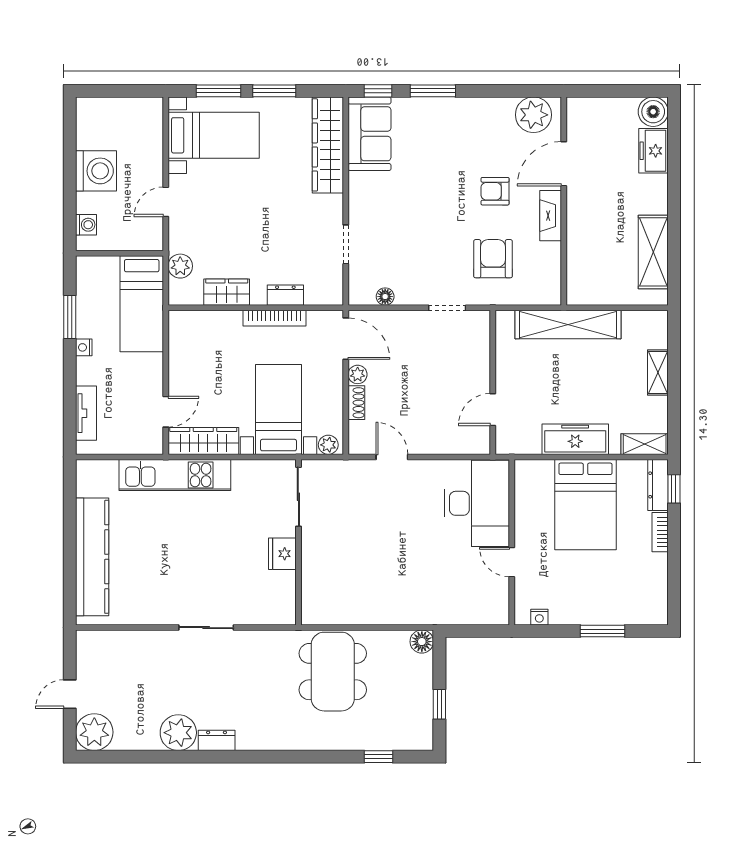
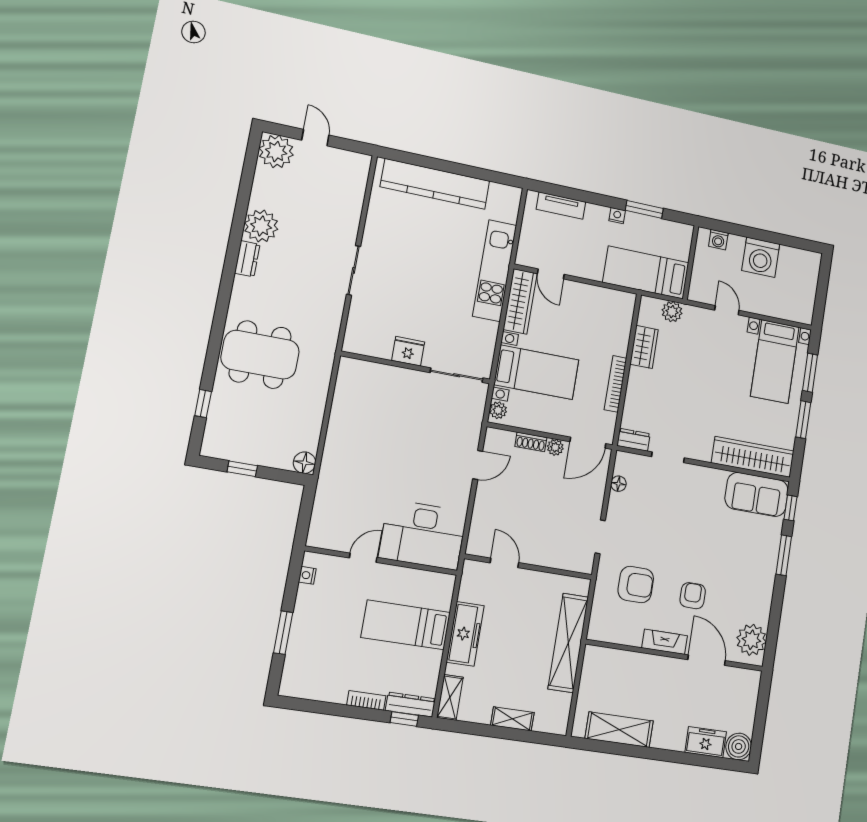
dresser: (285, 295) -> (634, 440), moved, turned -90
bed: (585, 505) -> (406, 625), width x0.67
dining table: (333, 672) -> (260, 355), moved

